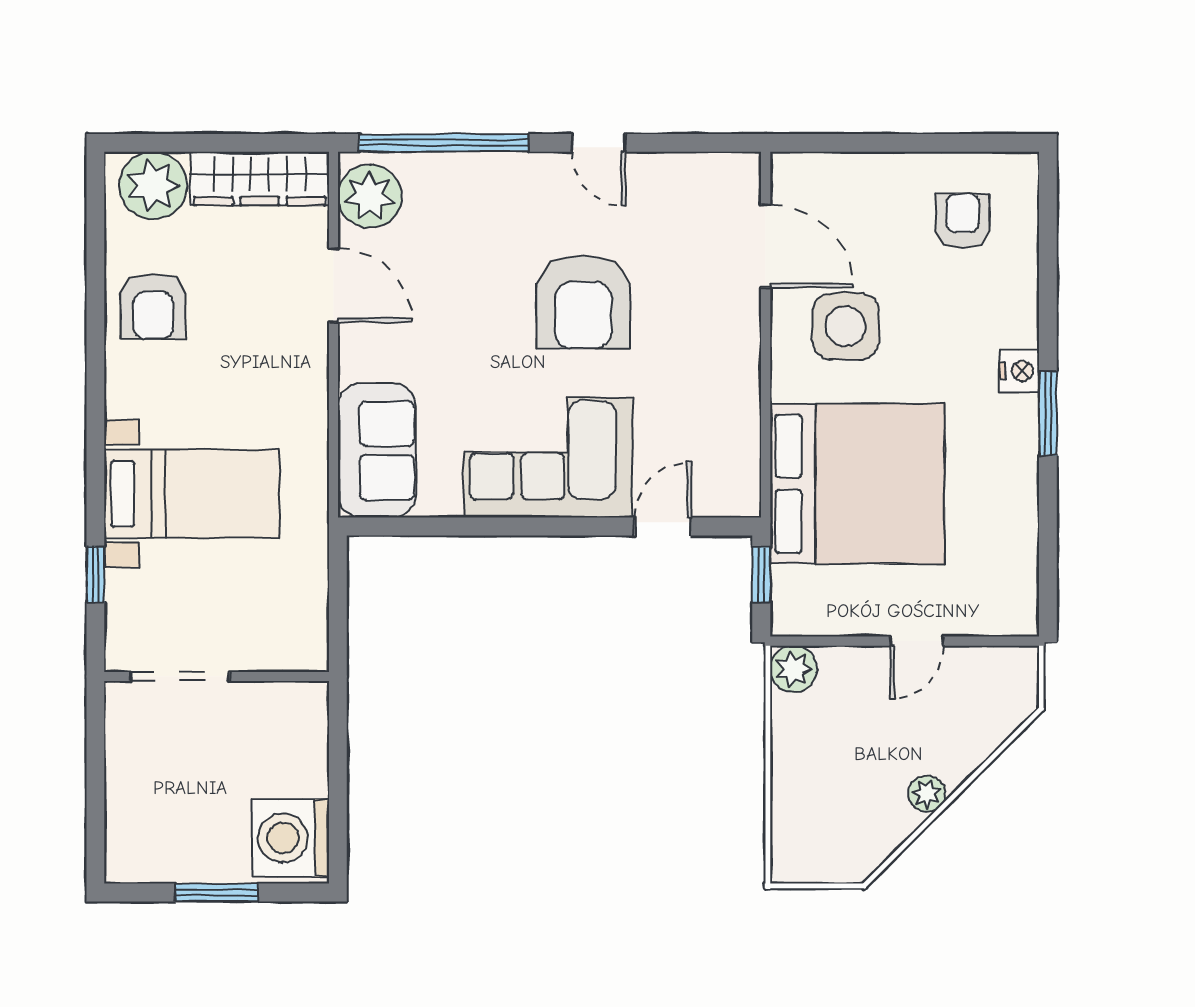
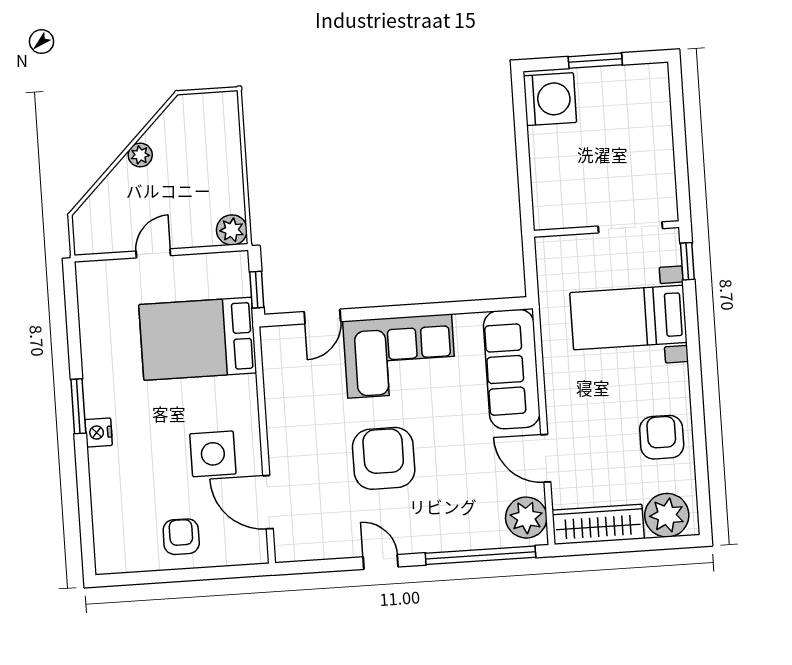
armchair: (963, 221) -> (181, 537), moved, turned 180
sofa: (377, 450) -> (512, 369), width x1.36
bed: (857, 484) -> (198, 339), width x0.73
doorway: (180, 676) -> (630, 227), moved
wall: (217, 676) -> (606, 229), moved

